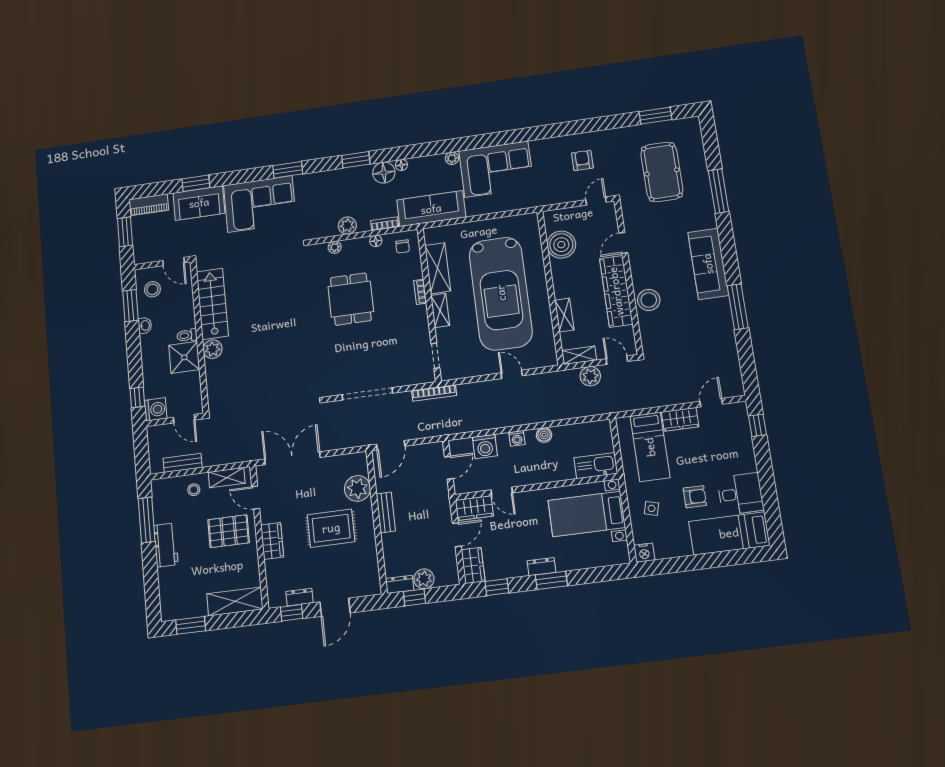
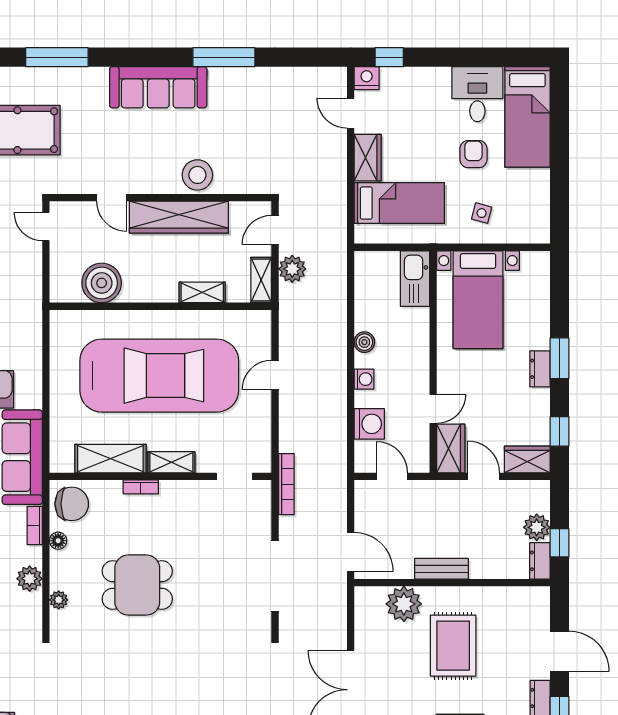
chair: (403, 246) -> (72, 504), width x1.87, depth x1.87
nightstand: (644, 553) -> (367, 78), moved, turned -90

